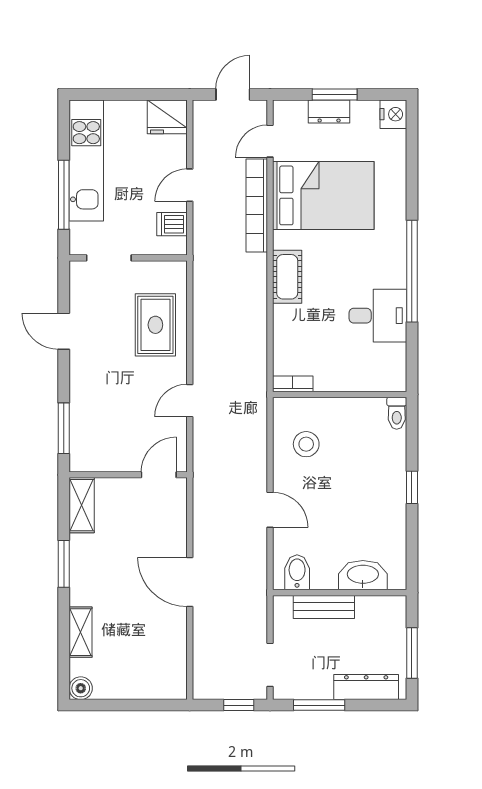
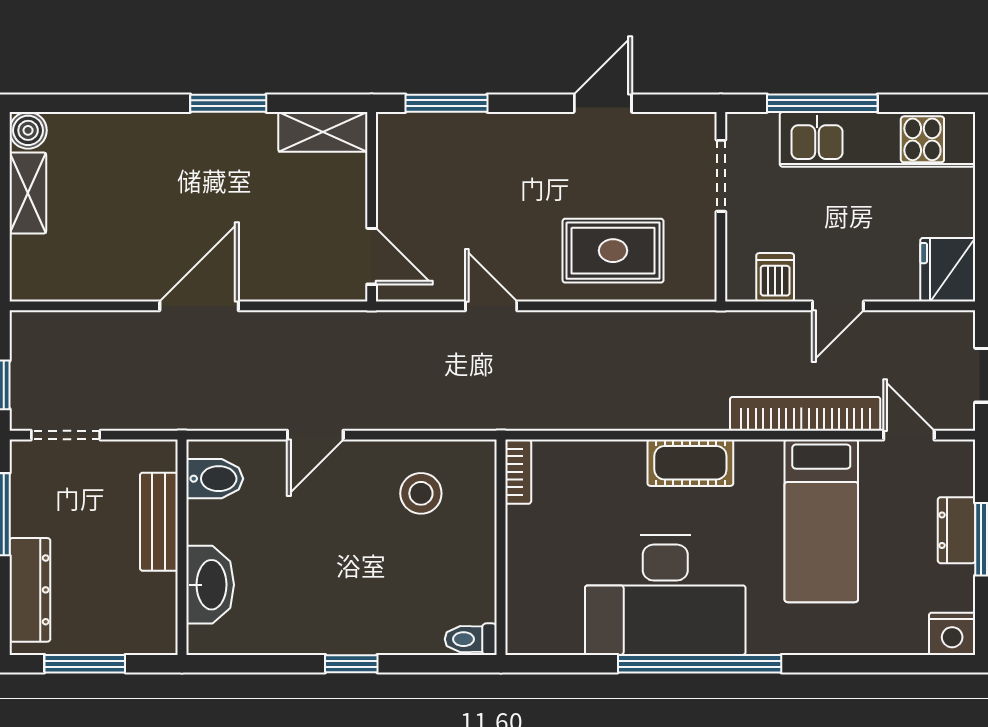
door: (190, 185) -> (838, 306), swing flipped
bed: (323, 195) -> (821, 521), width x0.67
desk: (378, 316) -> (665, 595), width x1.87, depth x1.30
shelving: (81, 632) -> (28, 193), moved, turned 90

